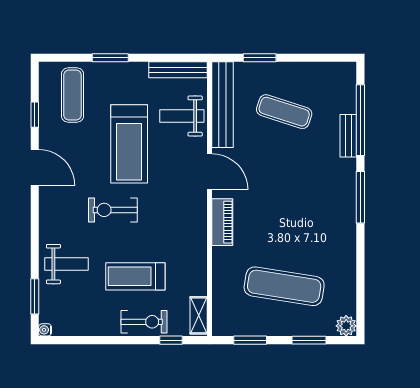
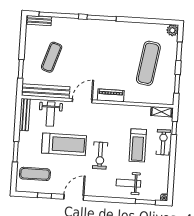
bench: (348, 136) -> (39, 21), moved
weight bench: (66, 264) -> (128, 183), turned -90

